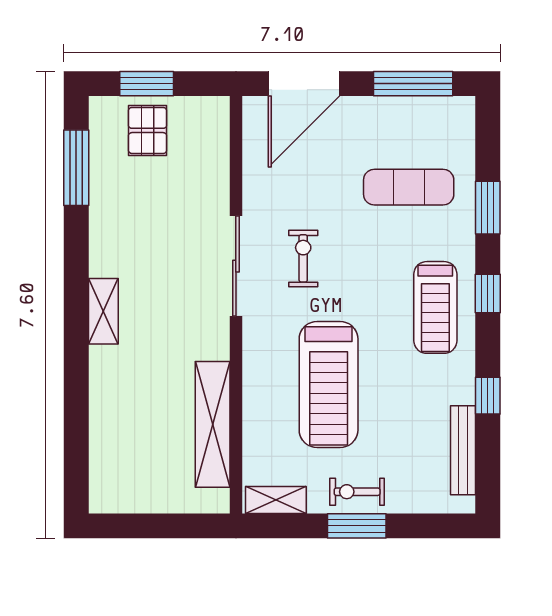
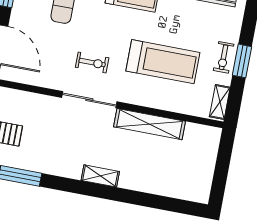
exercise bike: (303, 258) -> (92, 63), turned 180
shelving: (213, 424) -> (150, 124), moved

